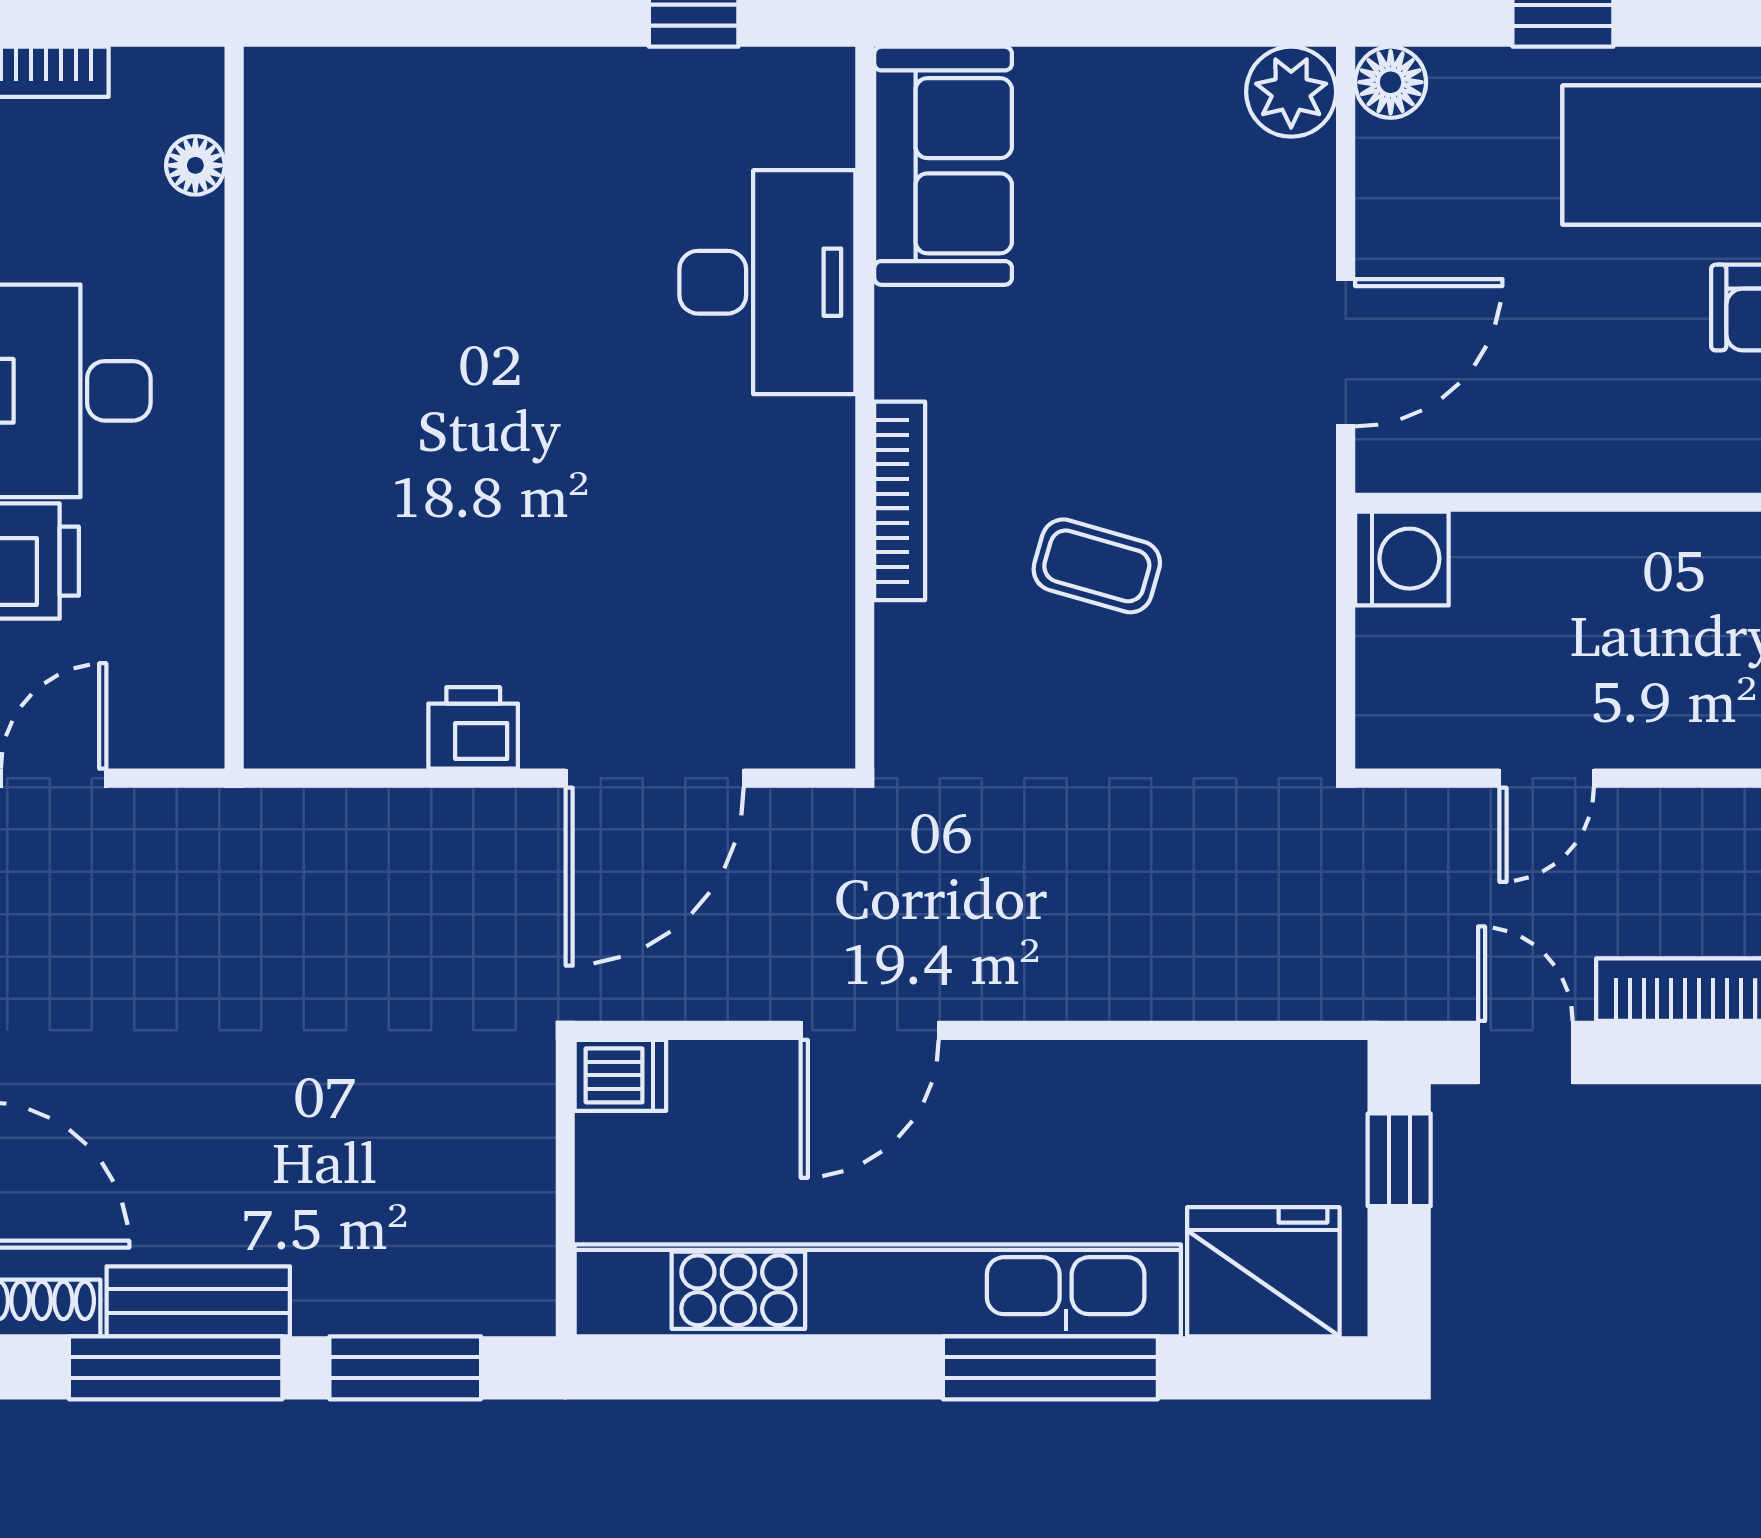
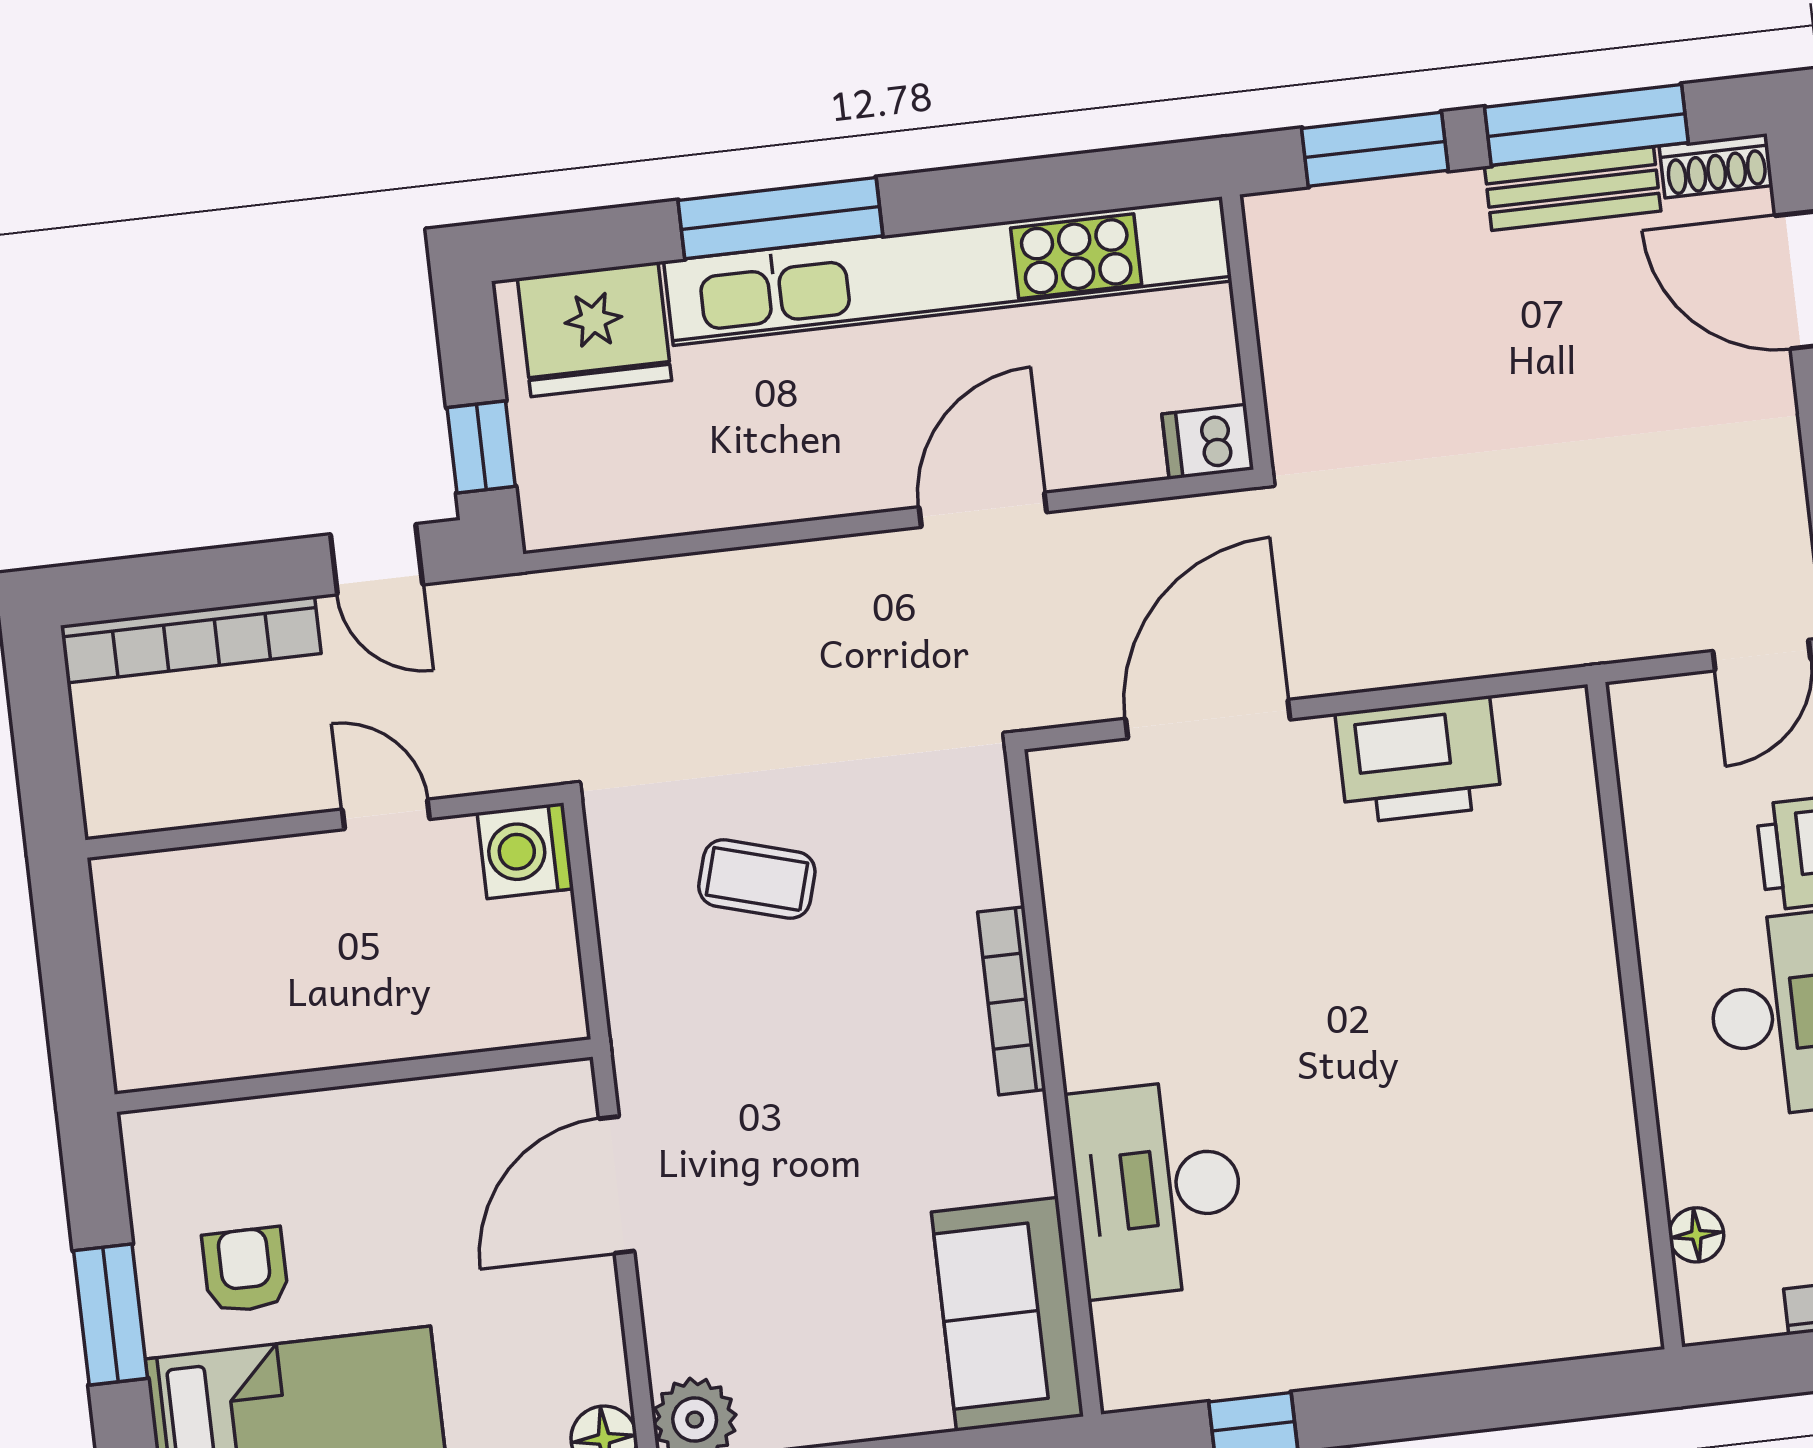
washing machine: (1402, 559) -> (525, 851), moved
coffee table: (1097, 566) -> (757, 879), moved
printer: (473, 728) -> (1419, 760), width x1.87, depth x1.48
door: (1547, 778) -> (386, 814), hinge flipped

